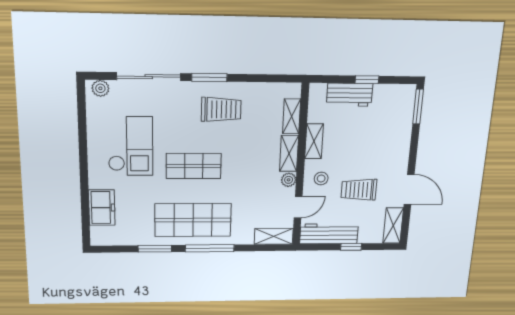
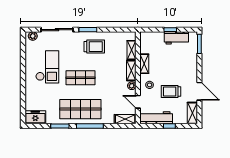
workbench: (350, 95) -> (176, 38), moved
door: (298, 207) -> (138, 102), swing flipped
freezer: (102, 208) -> (35, 117), moved, turned -90

